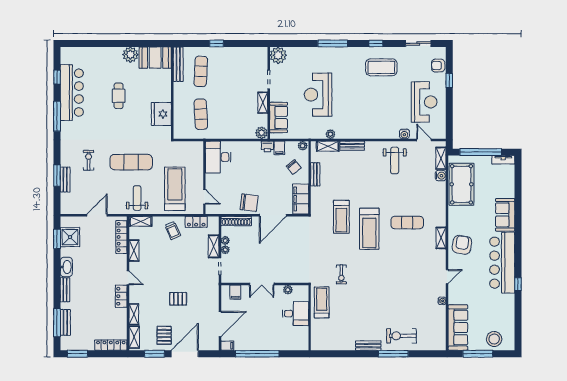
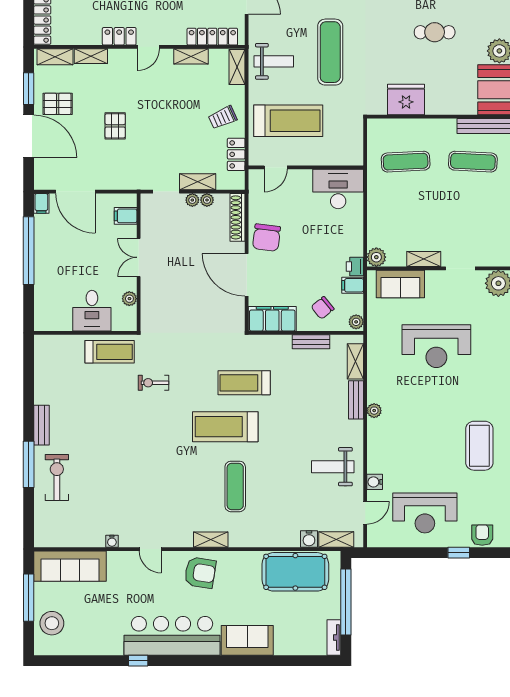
reception desk: (318, 95) -> (436, 346), turned 180
plant: (330, 134) -> (374, 411), moved

